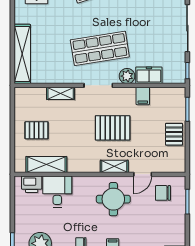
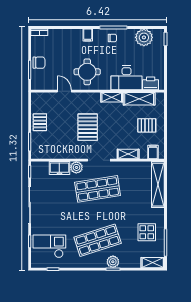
filing cabinet: (143, 96) -> (153, 152), moved
pallet: (113, 128) -> (88, 127), turned 90
shelving: (114, 166) -> (112, 97), moved
door: (143, 174) -> (64, 91), hinge flipped
desk: (57, 192) -> (127, 78), width x1.37
chair: (163, 193) -> (39, 63), moved

